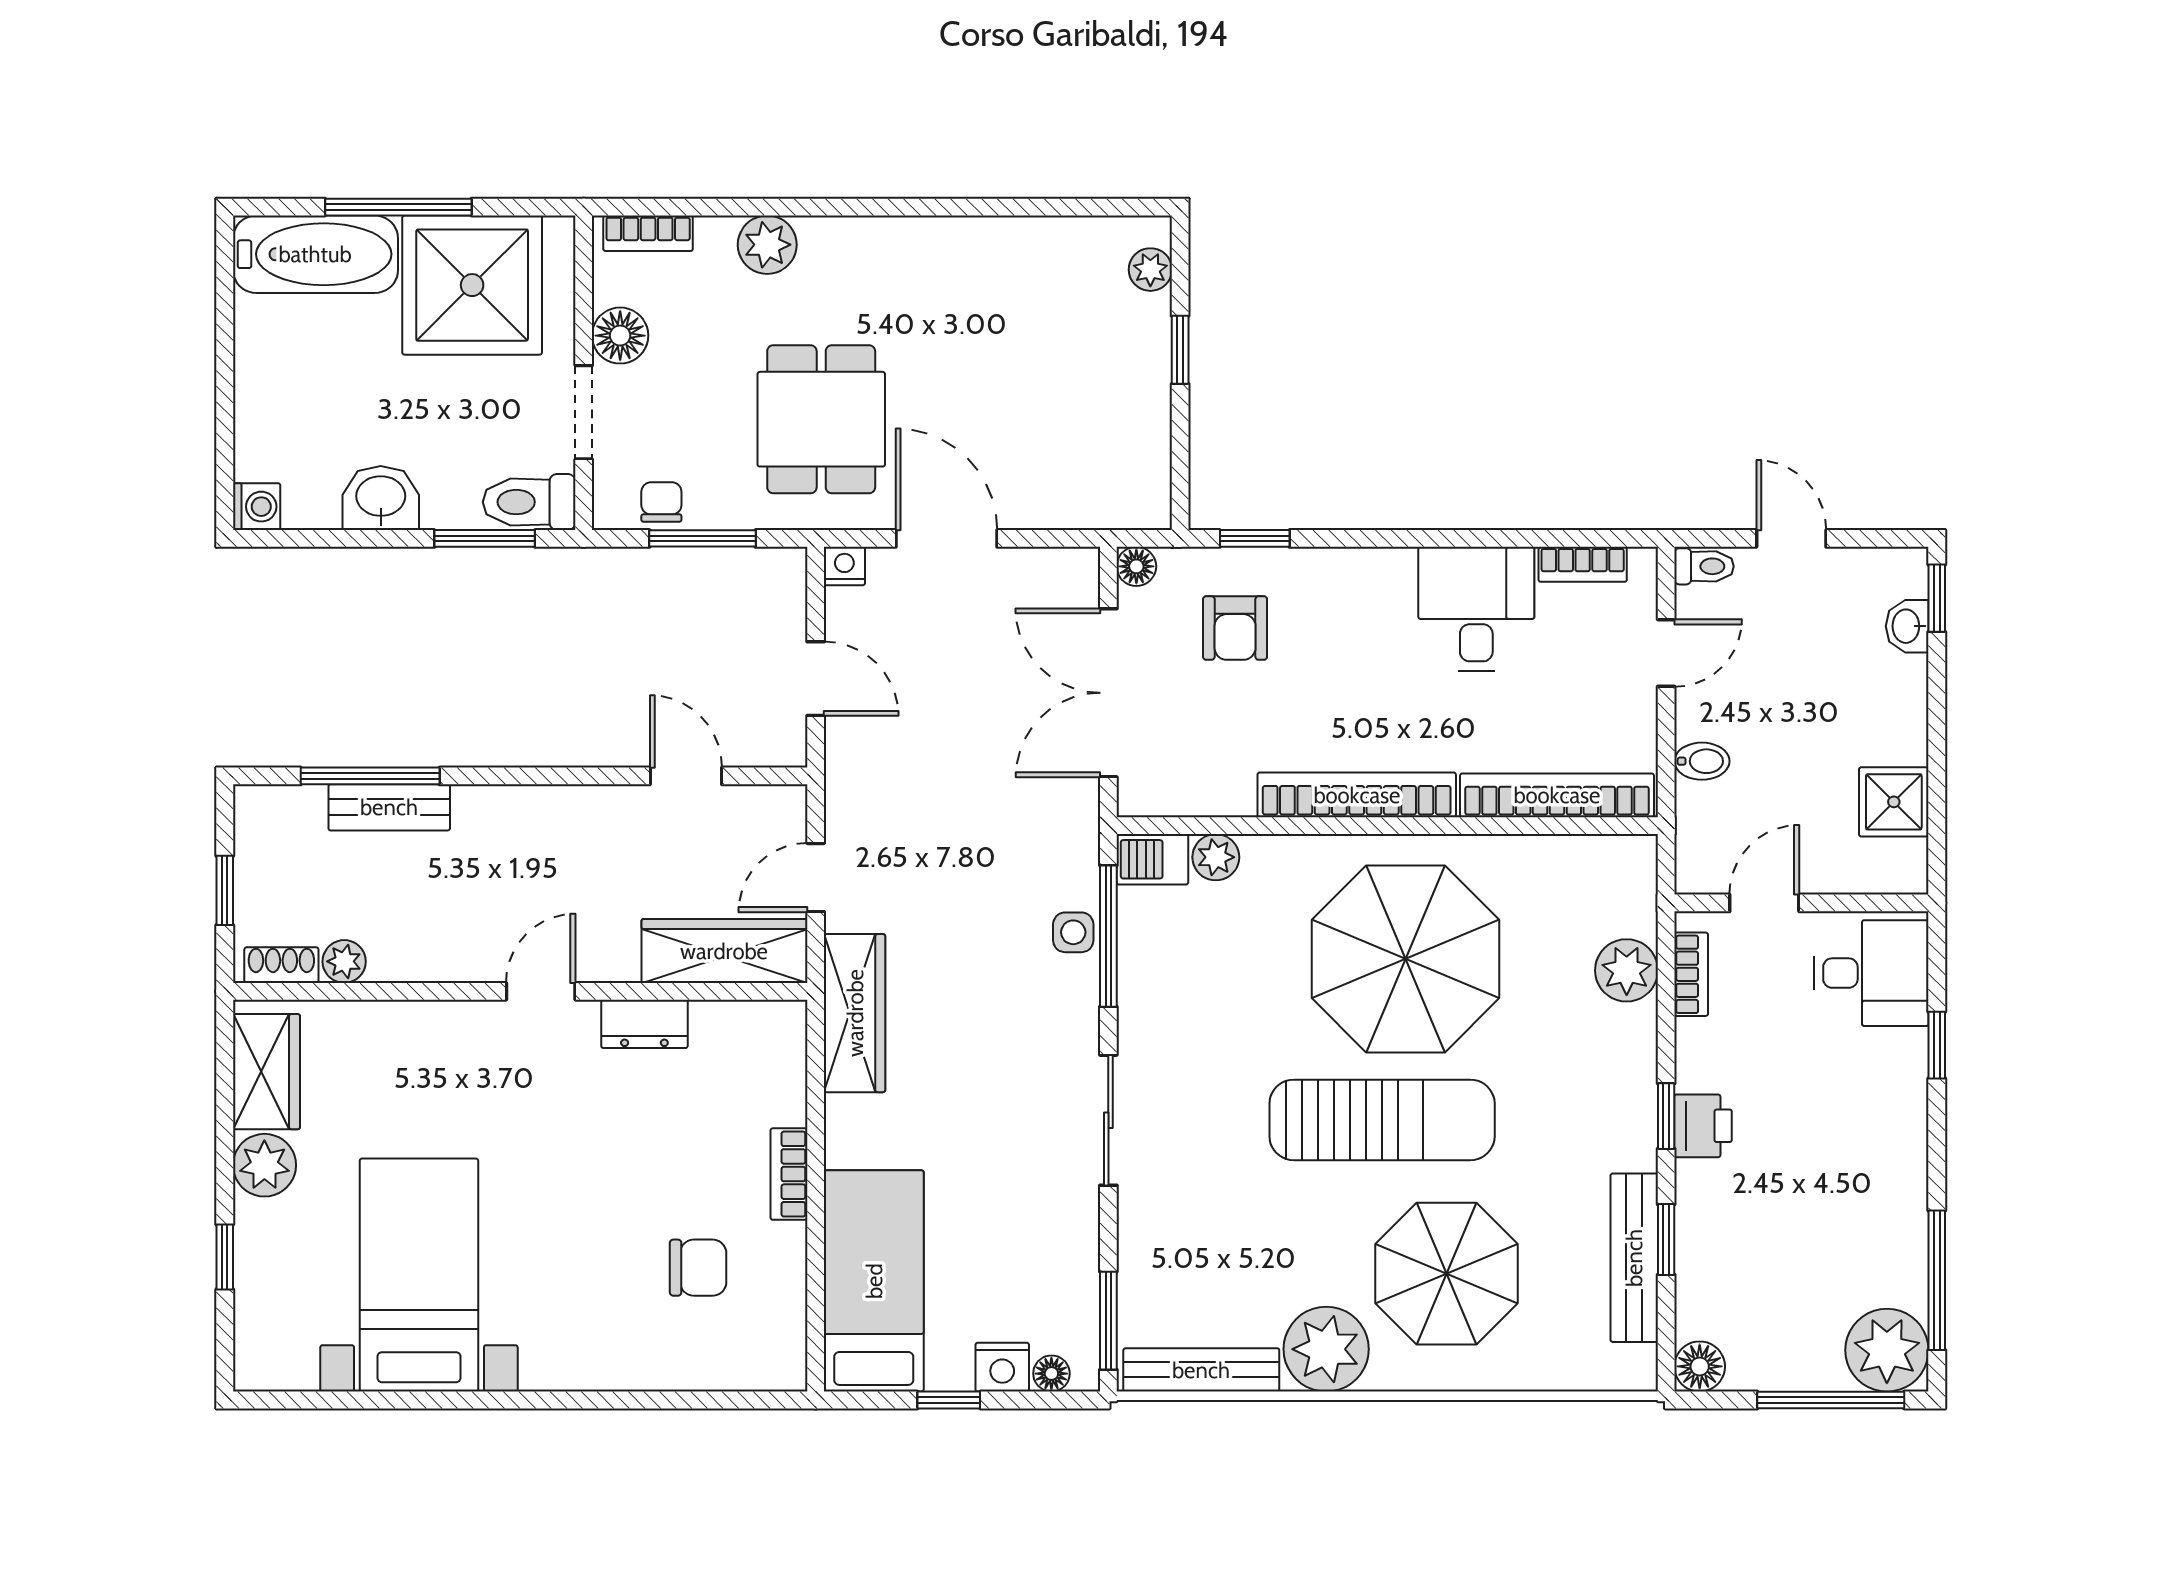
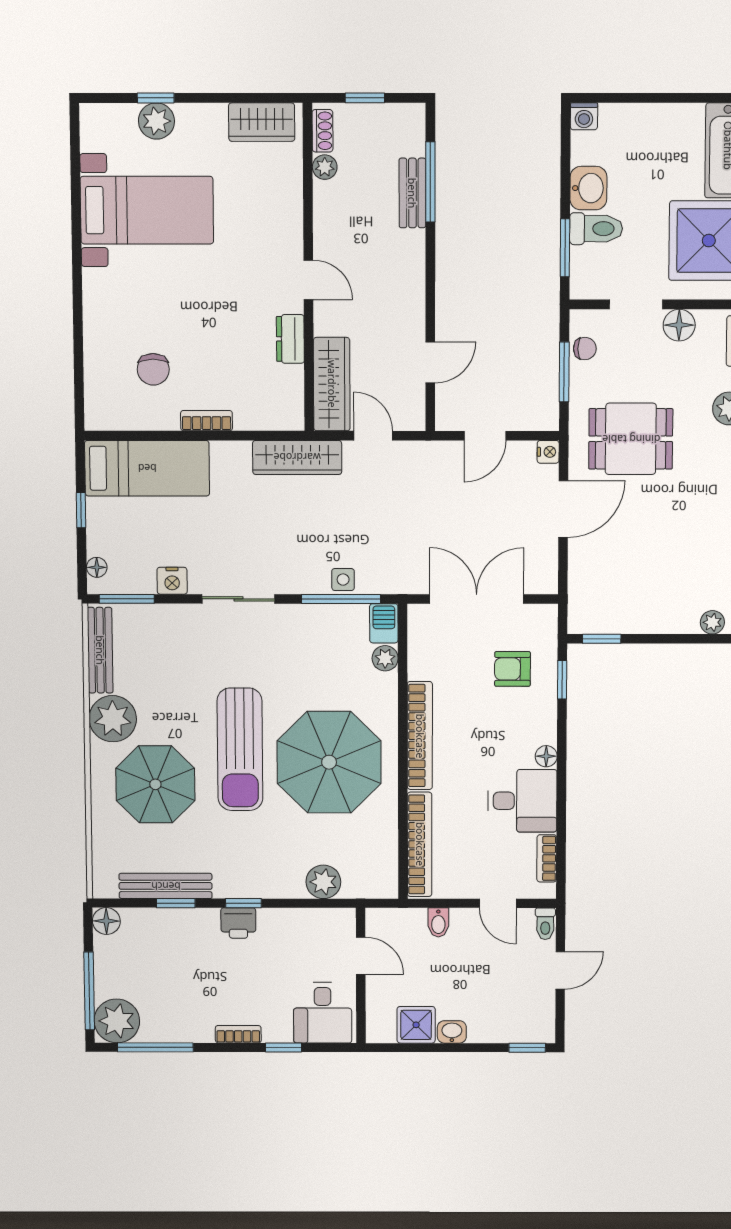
window: (1180, 350) -> (602, 639), moved
toilet: (529, 502) -> (596, 229), moved, turned 90
floor lamp: (1136, 566) -> (546, 756), moved
washbasin: (1907, 626) -> (452, 1032), moved
bookcase: (1691, 974) -> (238, 1034), moved, turned 180
plant: (264, 1165) -> (156, 121), moved
nightstand: (1002, 1367) -> (172, 581), moved, turned -90

